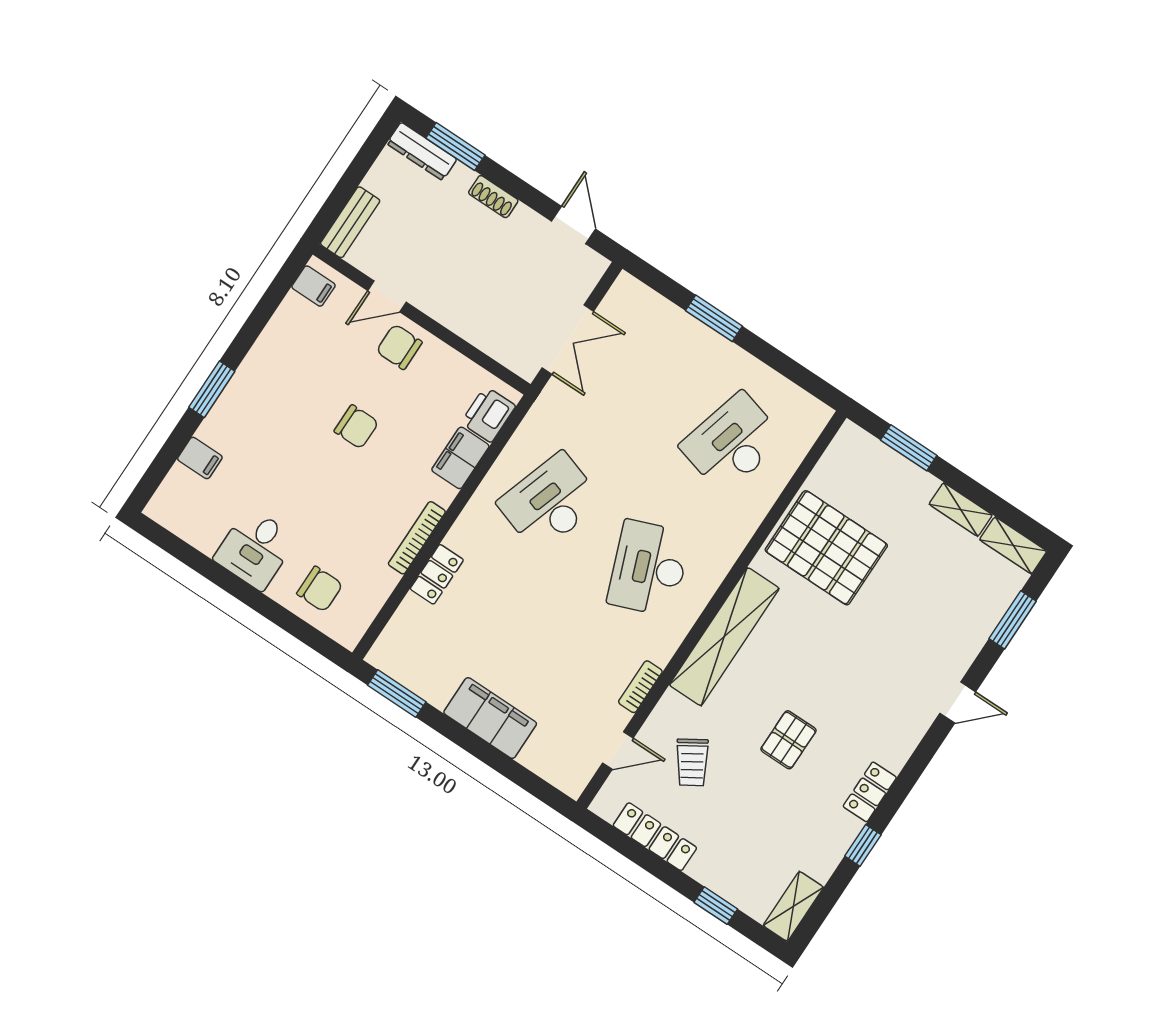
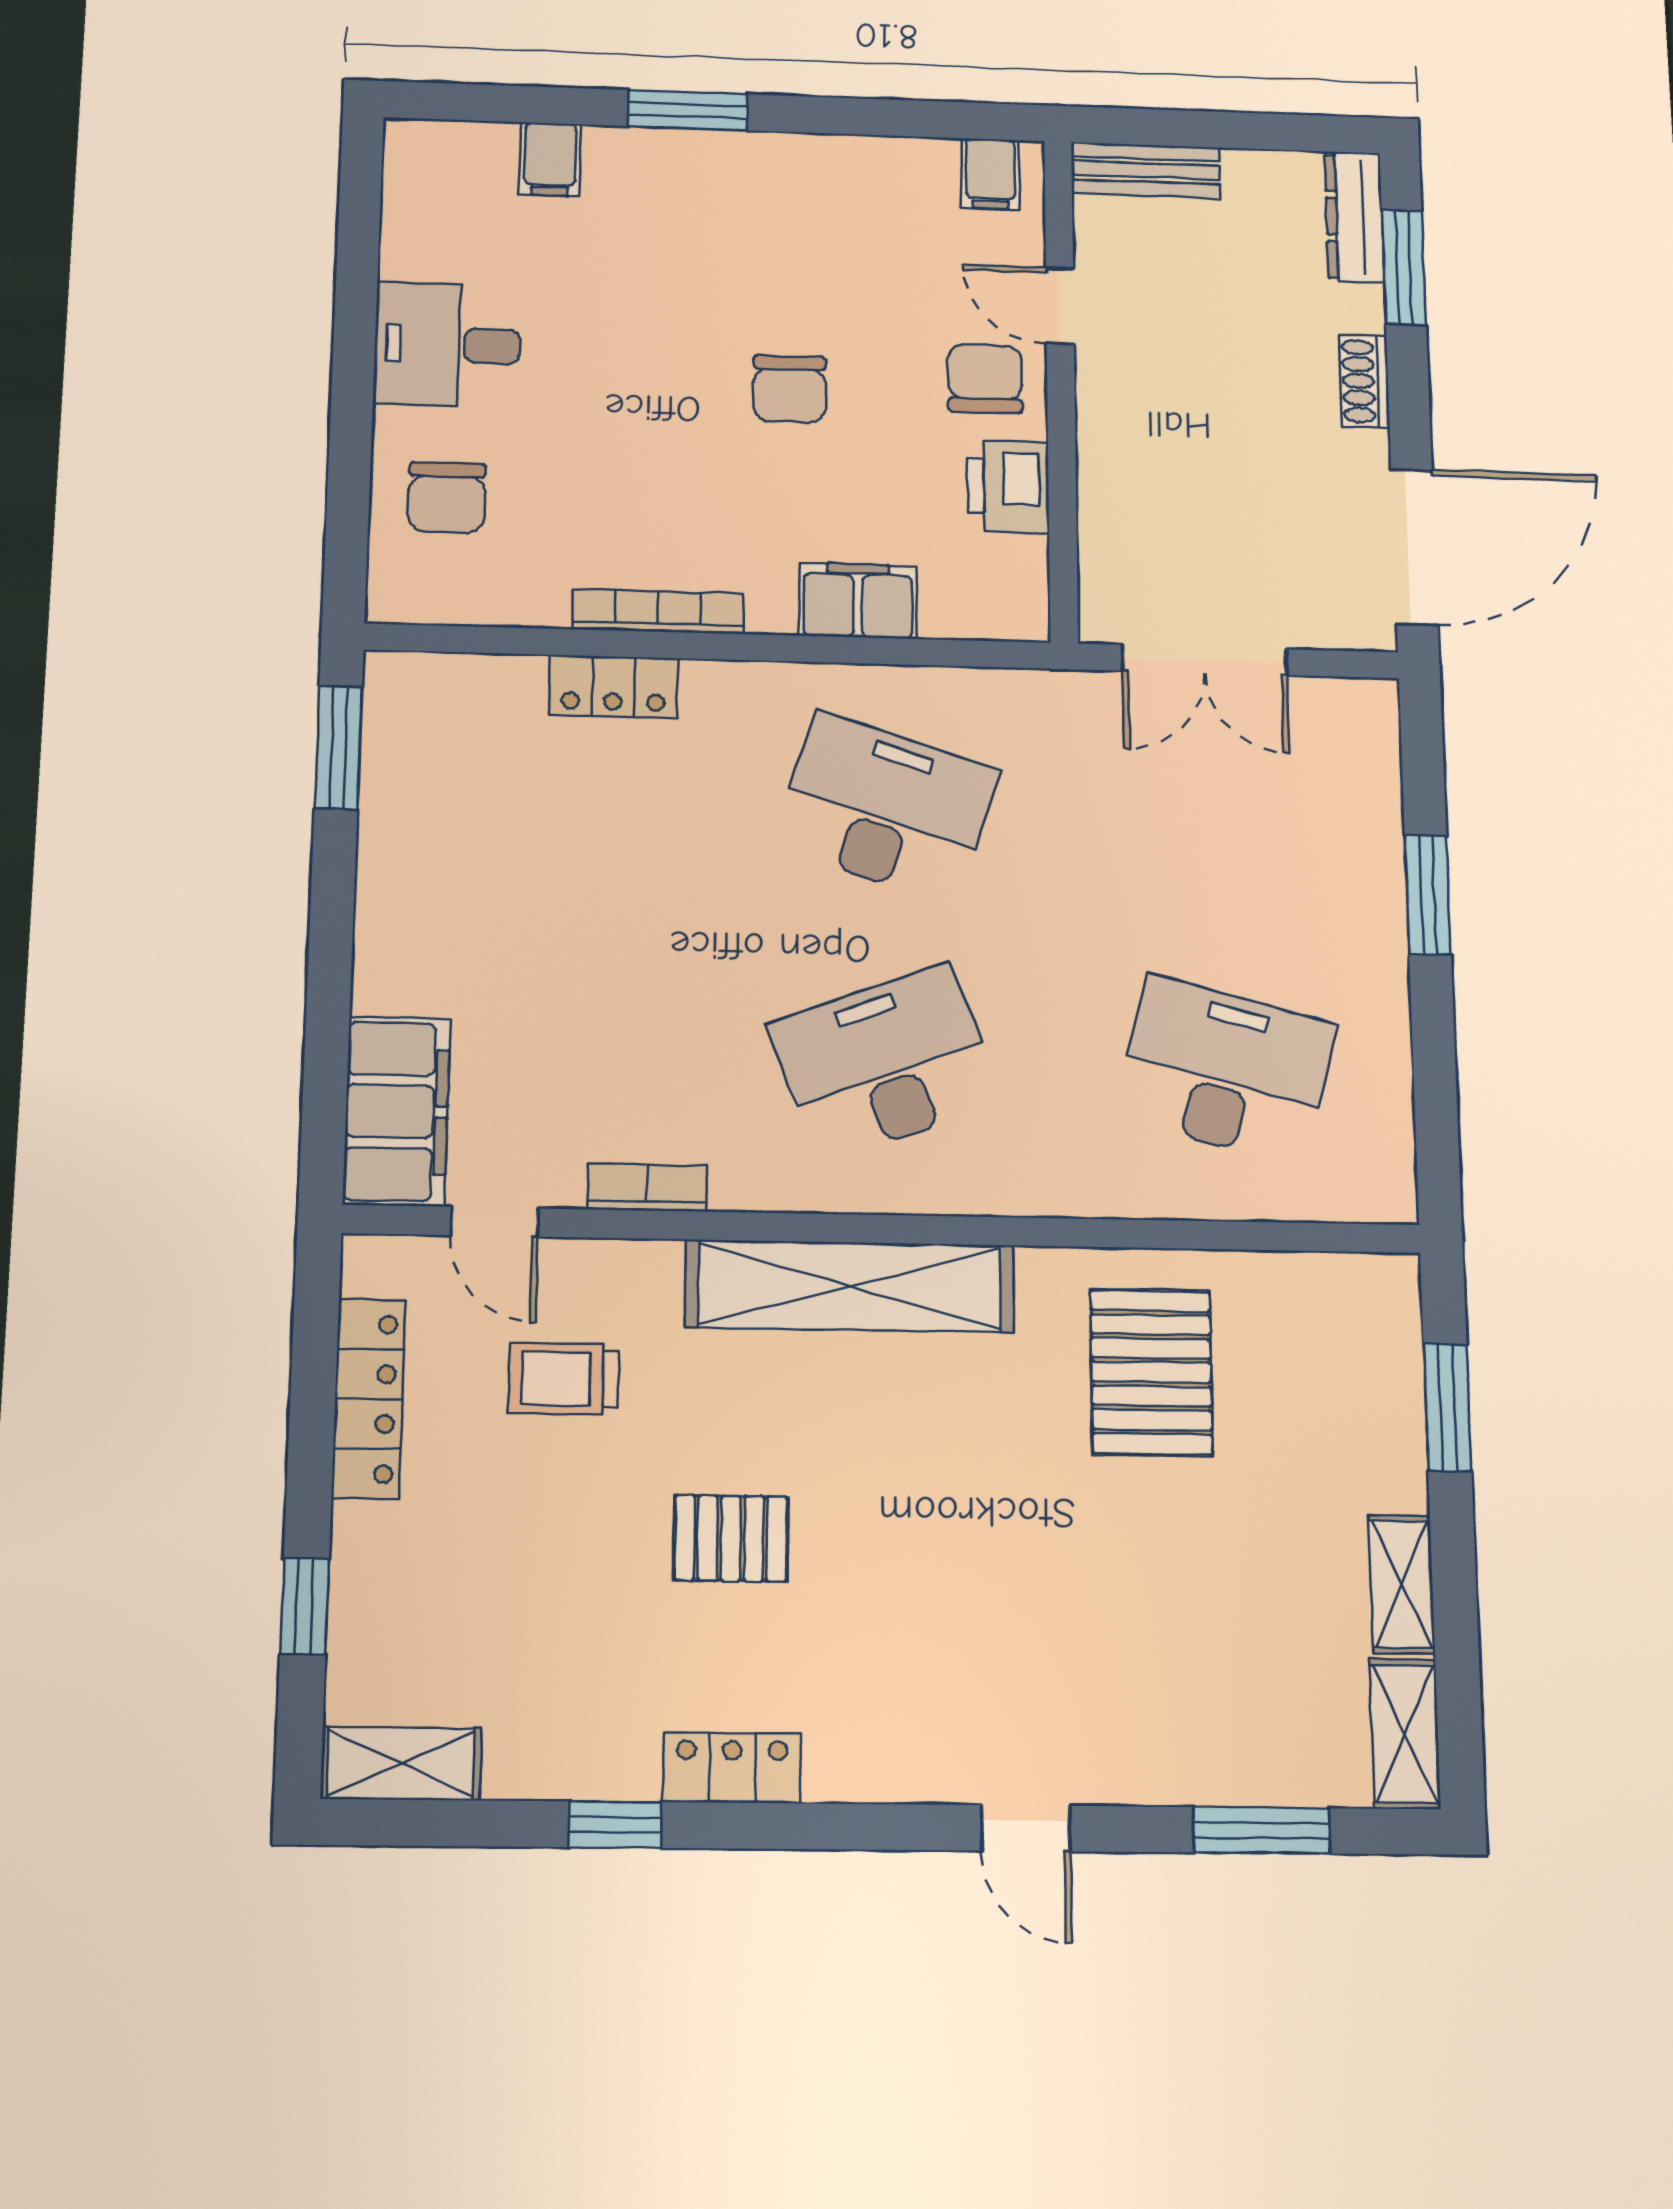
door: (573, 225) -> (1414, 547), width x1.88
printer: (488, 414) -> (1008, 487), moved, turned -90
pallet: (826, 548) -> (1151, 1372), width x0.73, depth x0.71
filing cabinet: (490, 718) -> (397, 1111), moved
trolley: (692, 762) -> (564, 1379), turned 32

